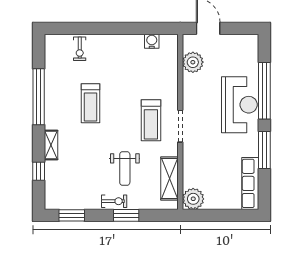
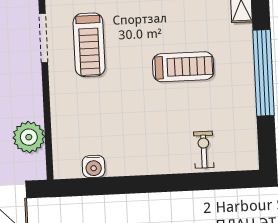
treadmill: (91, 103) -> (183, 67), turned 90
treadmill: (151, 120) -> (89, 45), turned 180

